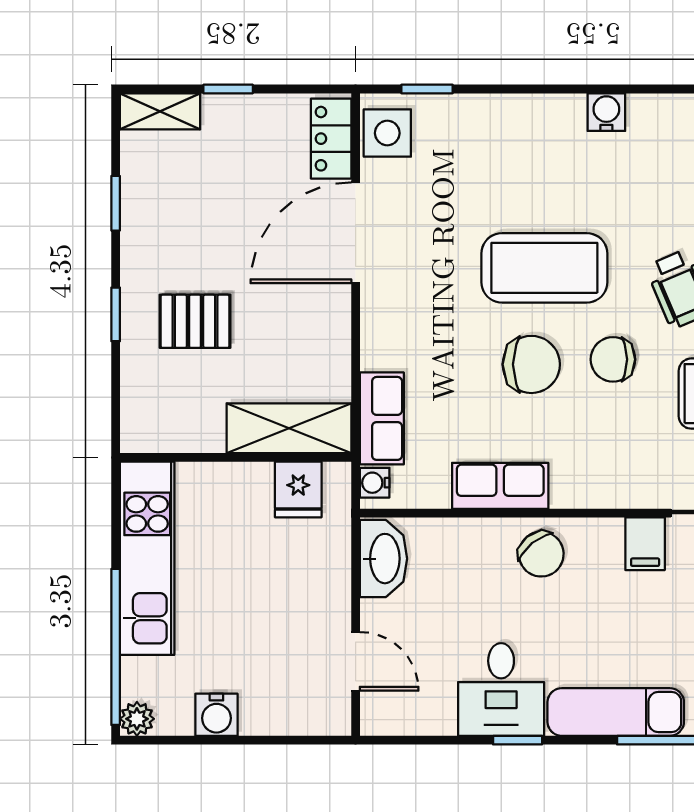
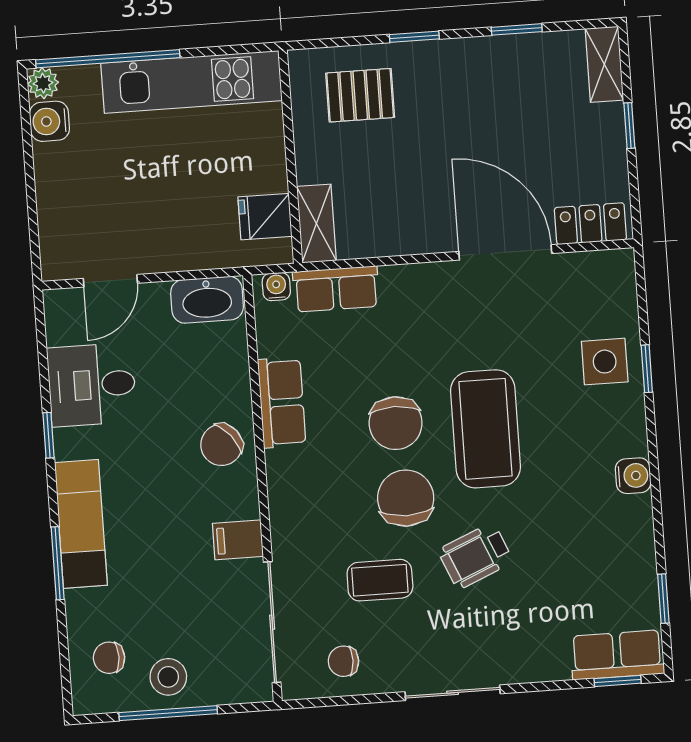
window: (427, 89) -> (647, 369), moved
side table: (387, 133) -> (605, 362), moved
pallet: (195, 321) -> (360, 95), moved, turned 90
chair: (613, 359) -> (406, 498), width x1.37, depth x1.37
shelving: (289, 428) -> (316, 224), width x0.67, depth x0.75
desk: (501, 690) -> (92, 385), moved
water cooler: (216, 715) -> (49, 121), moved

